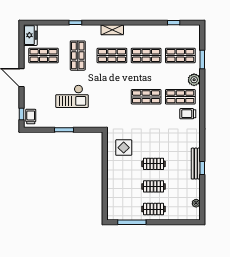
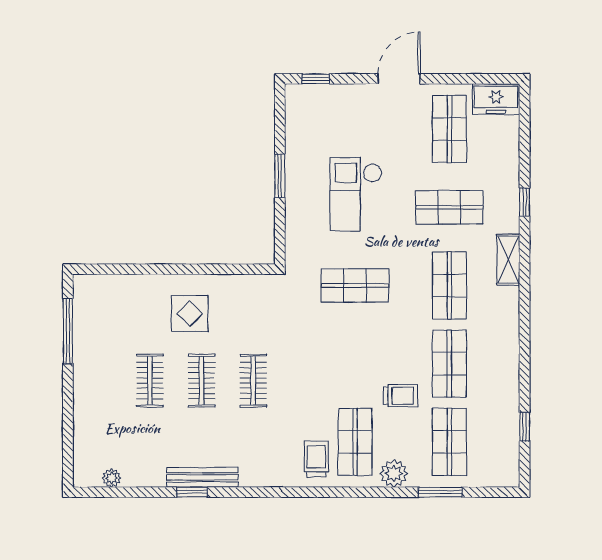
shelving: (112, 30) -> (508, 260), moved
shop shelf: (146, 97) -> (355, 285), moved, turned 90
trolley: (31, 116) -> (400, 396), moved
display table: (124, 148) -> (190, 314), moved
clothes rail: (154, 209) -> (253, 381), moved

